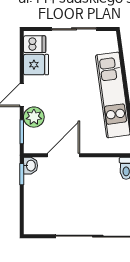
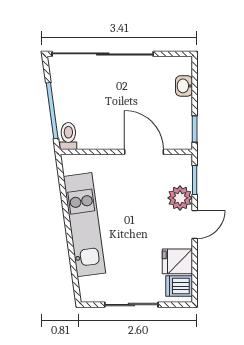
door: (64, 155) -> (144, 152), swing flipped
washbasin: (31, 166) -> (184, 86), moved

